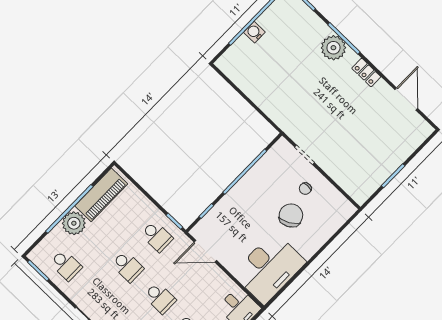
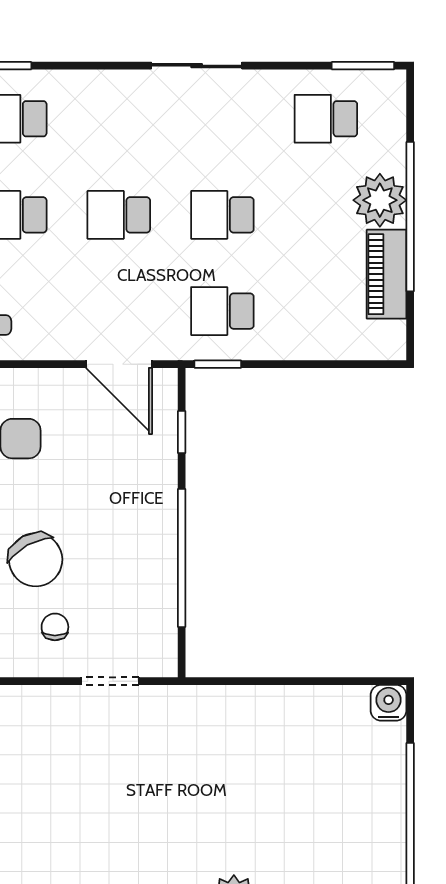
water cooler: (254, 32) -> (389, 703), moved, turned -90
piano: (101, 195) -> (387, 274), width x0.73, depth x0.75
door: (205, 251) -> (119, 364), swing flipped

